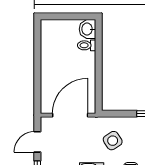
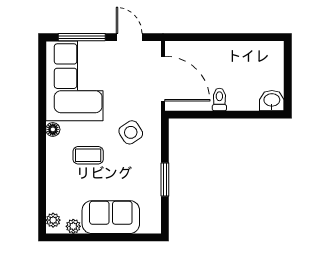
toilet: (87, 45) -> (219, 99), moved

